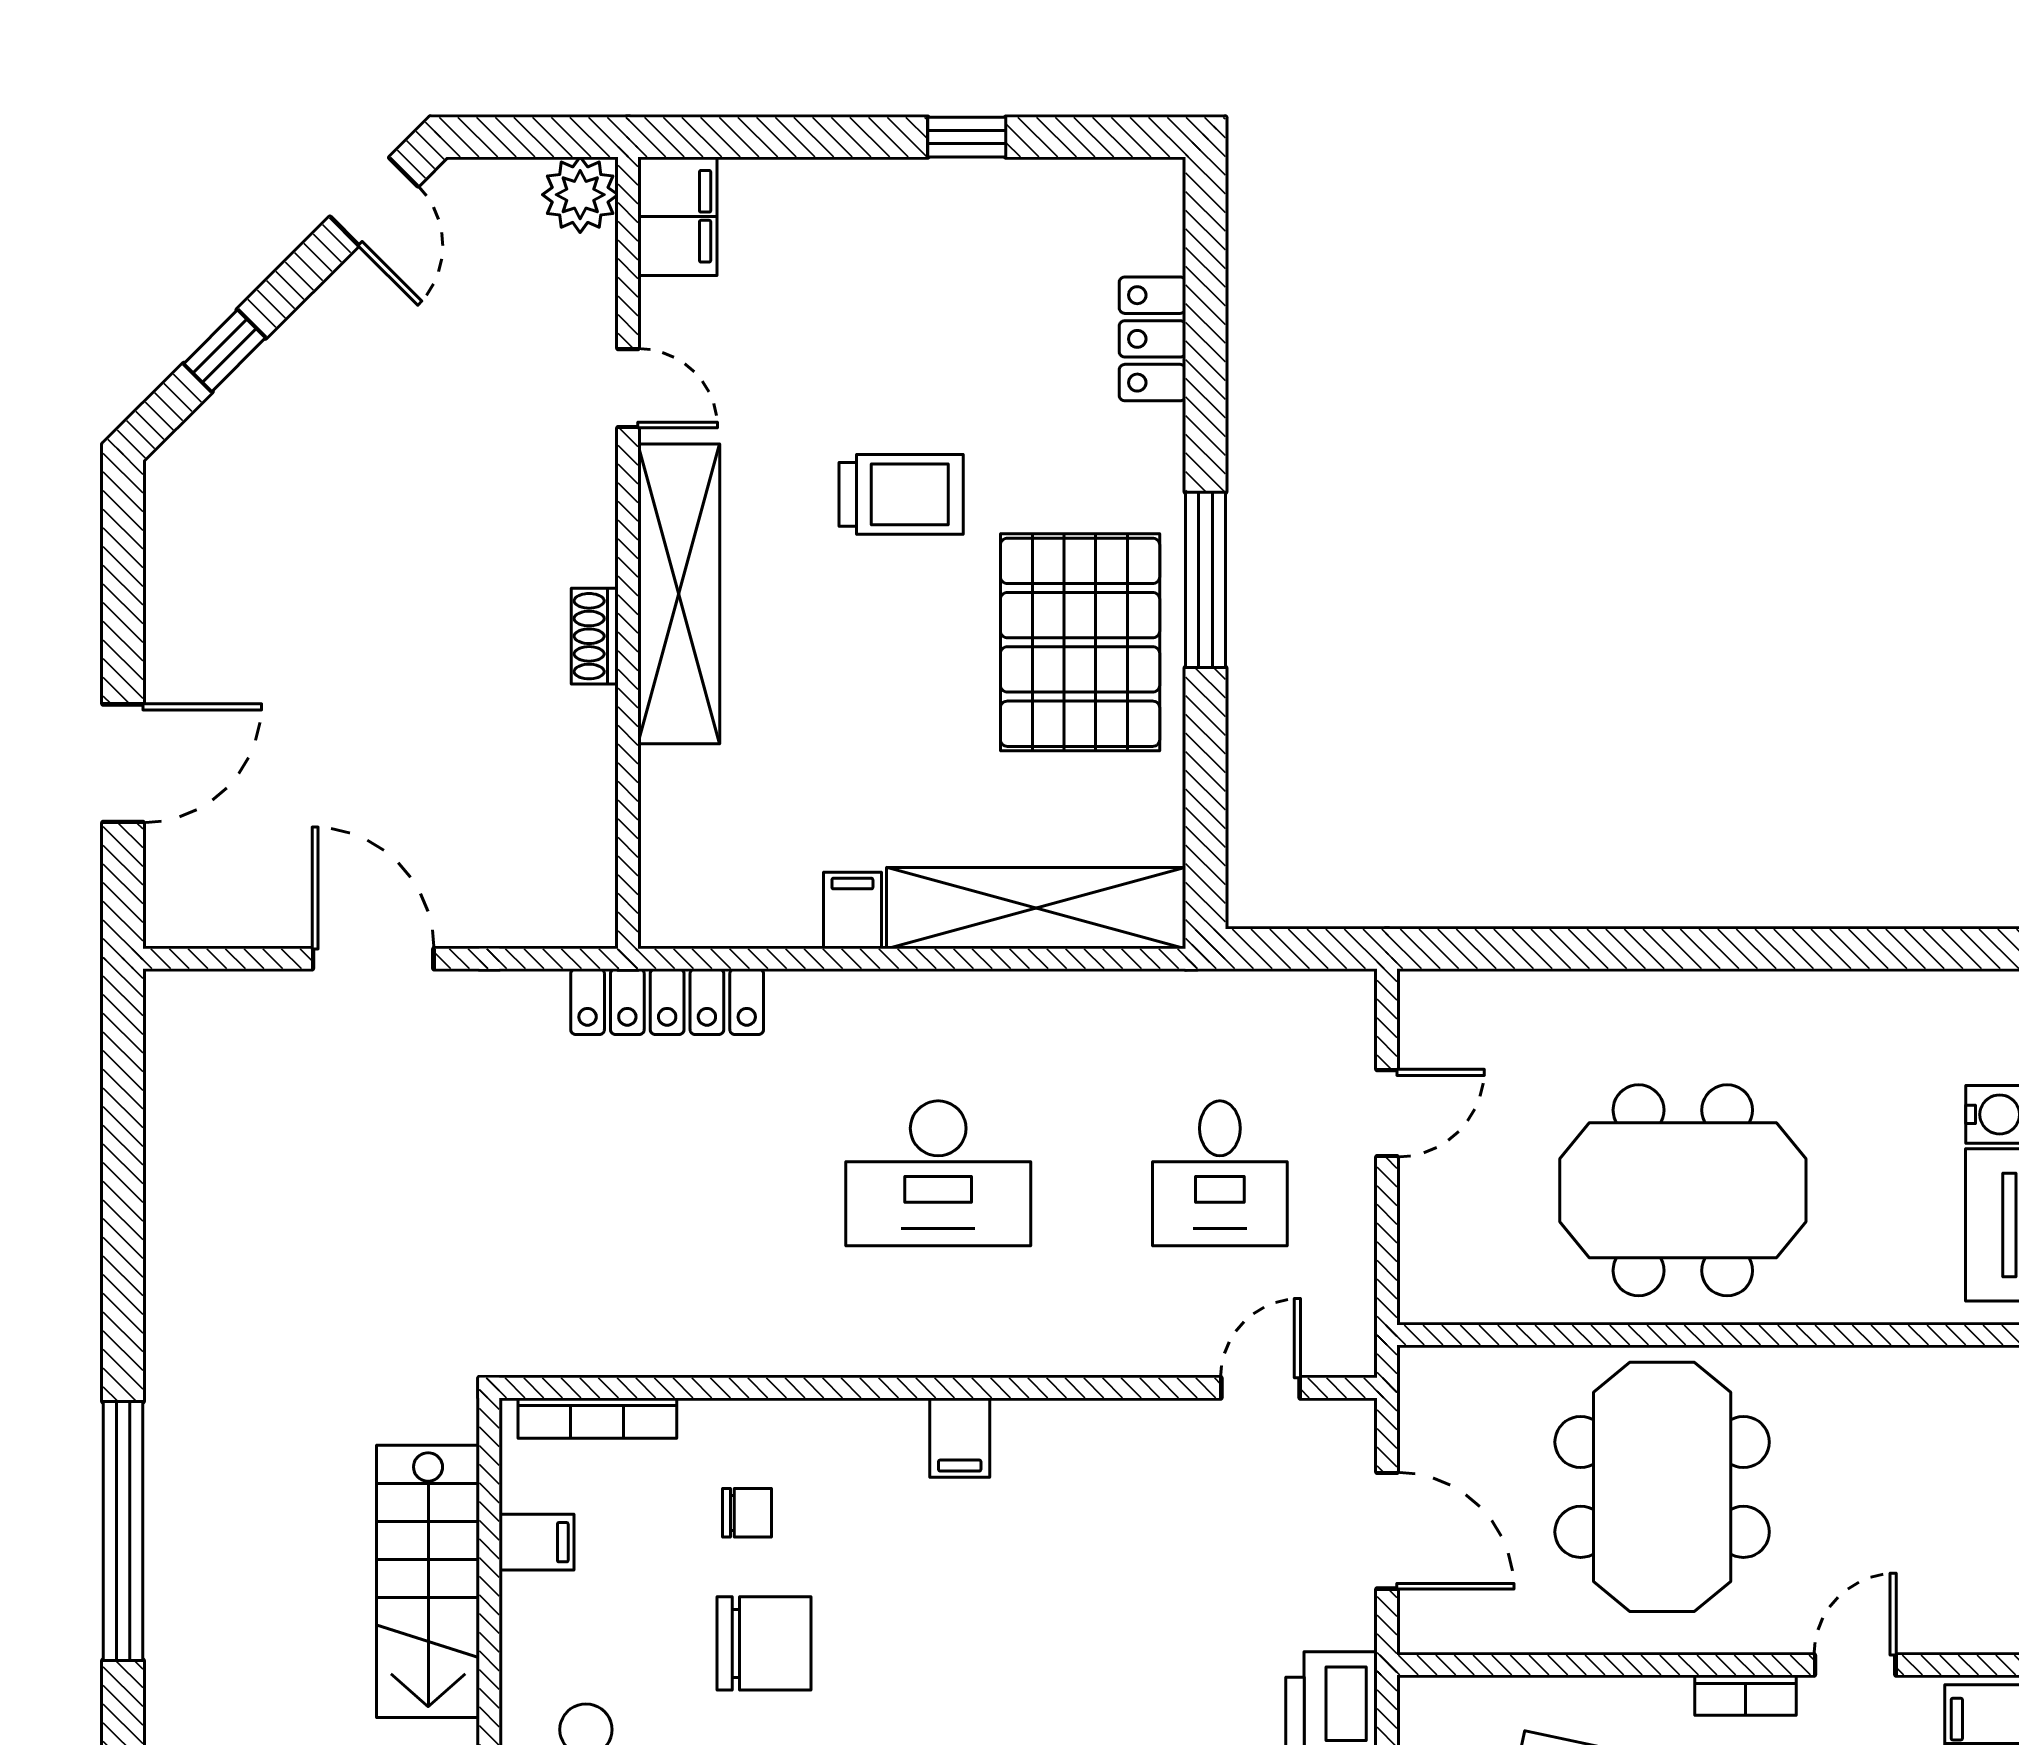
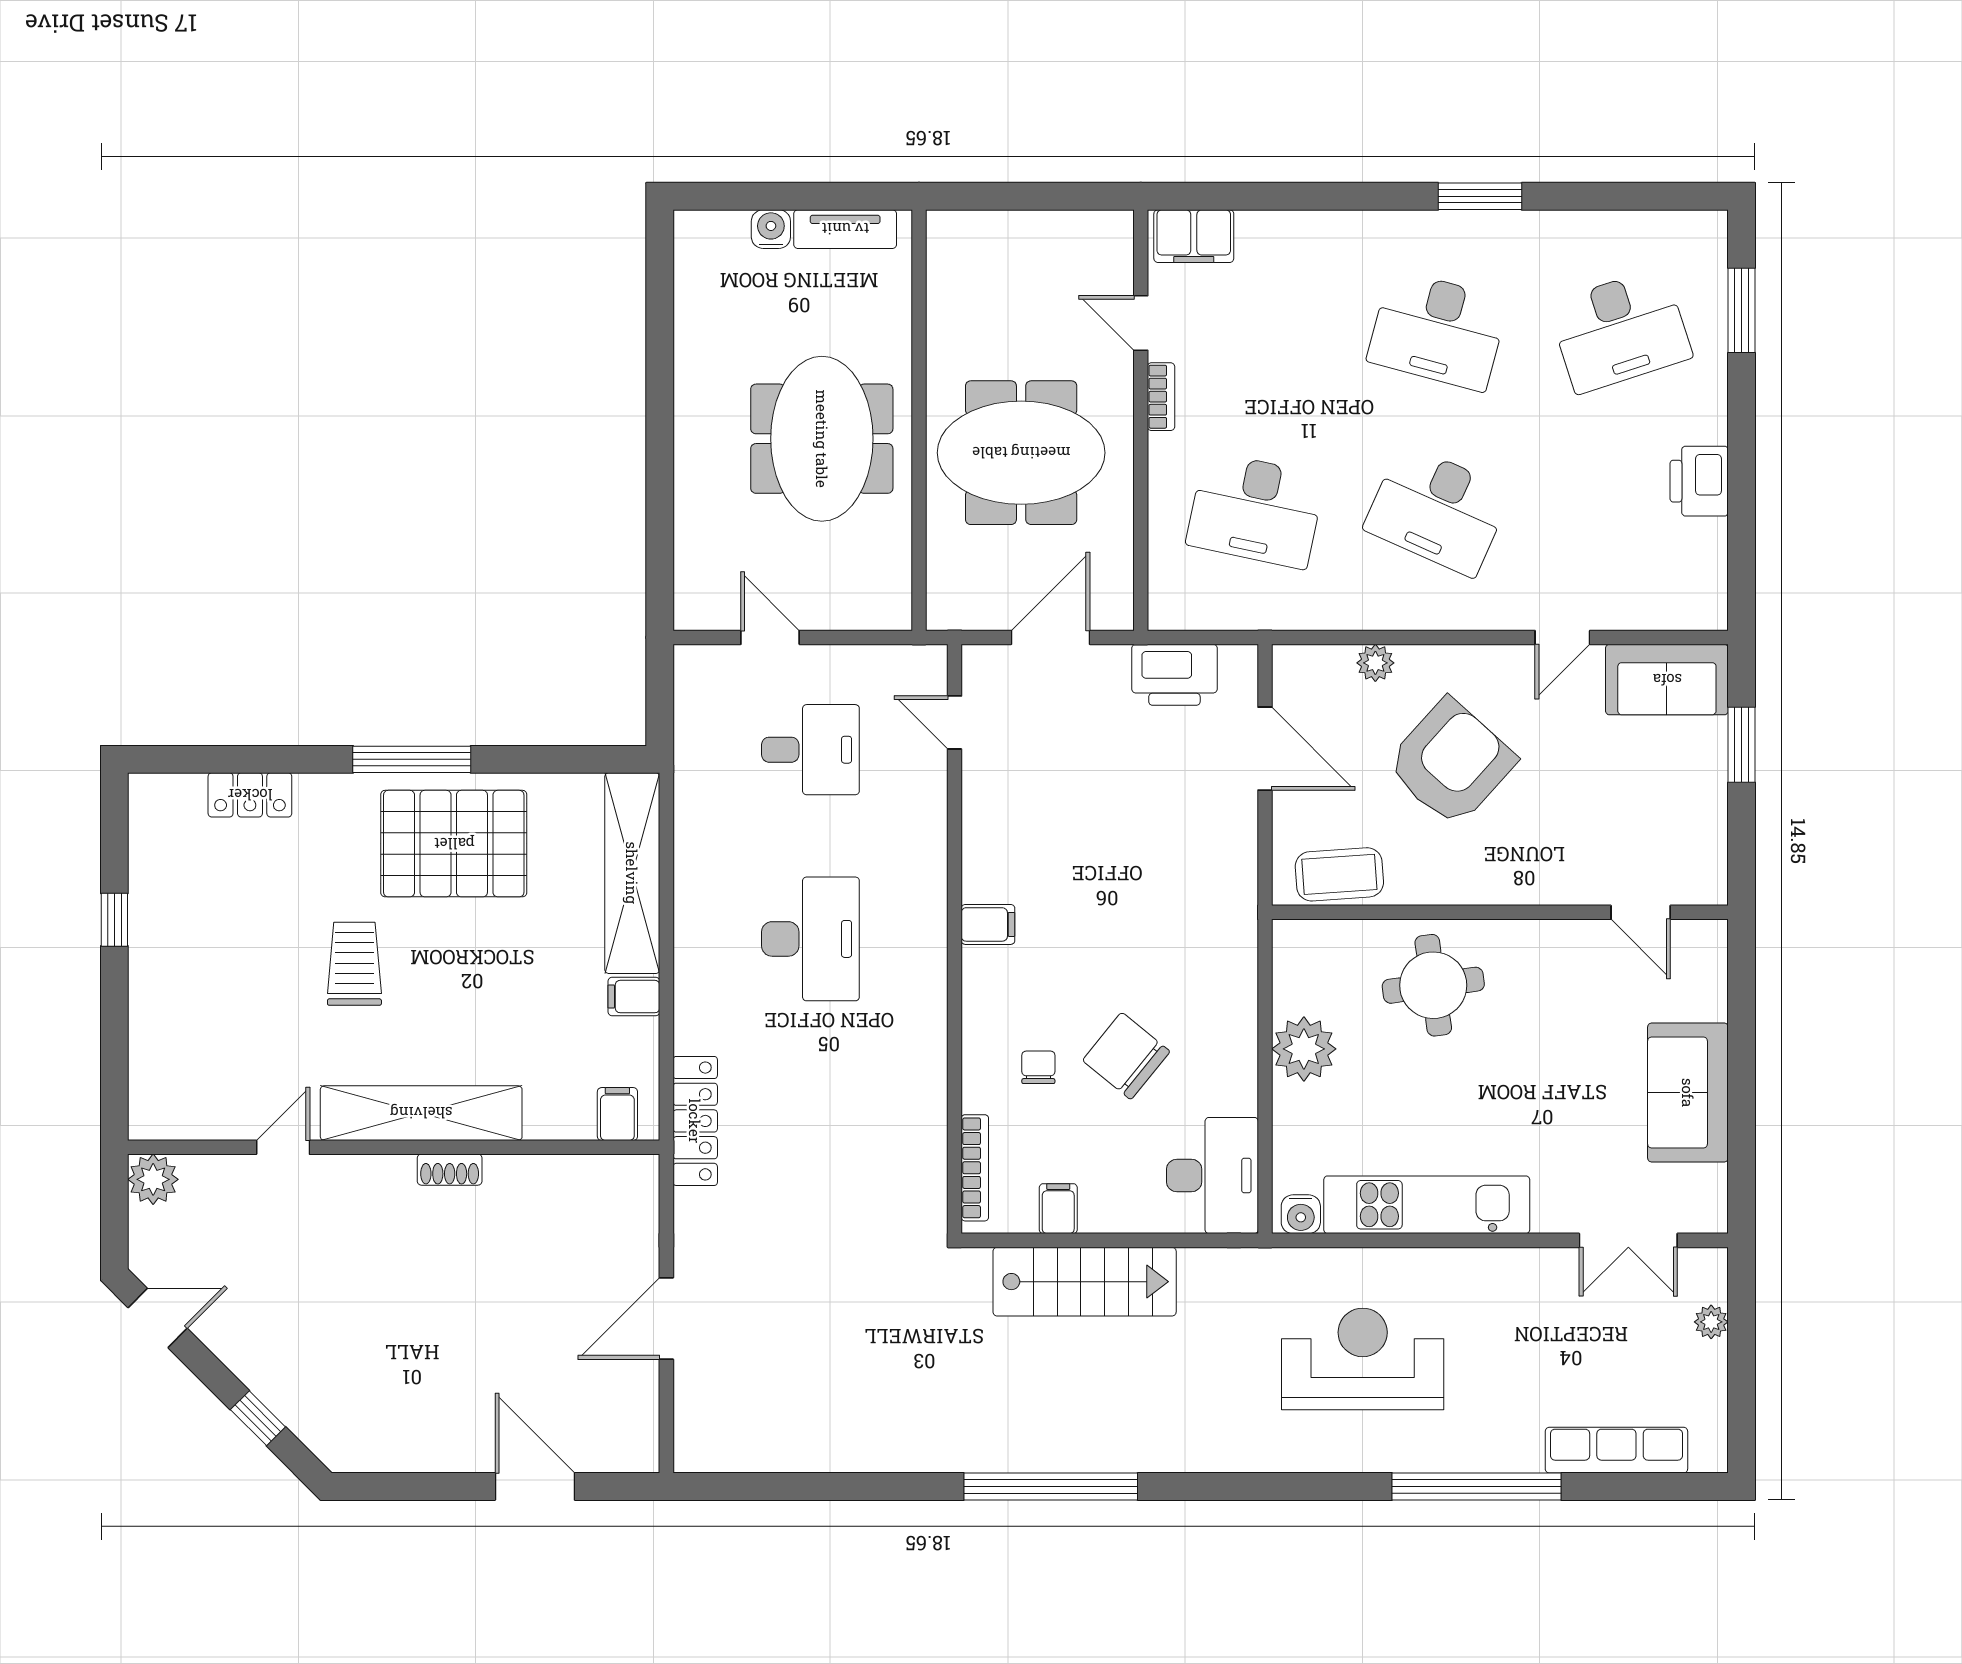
filing cabinet: (677, 216) -> (617, 1114), moved, width x0.50
chair: (764, 1643) -> (1126, 1056), turned -51

